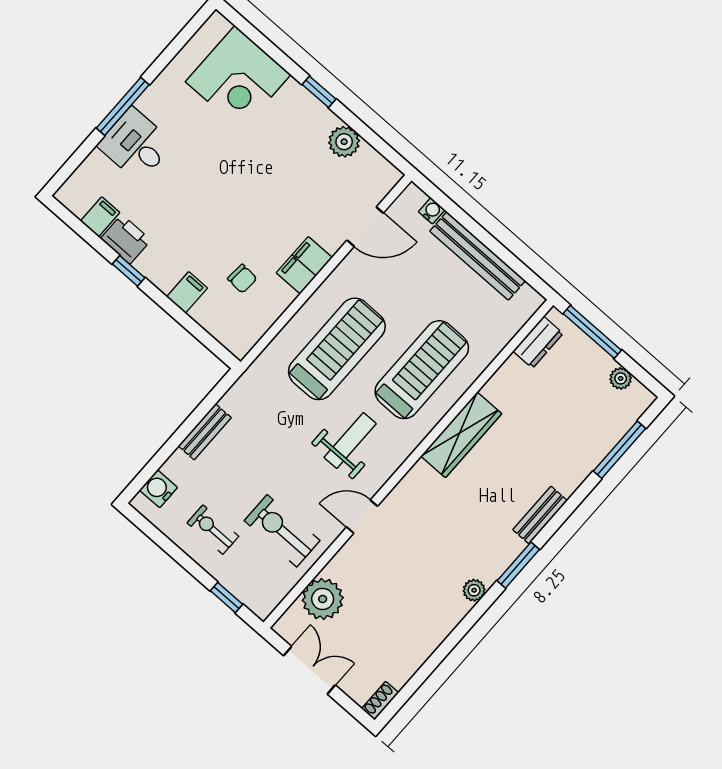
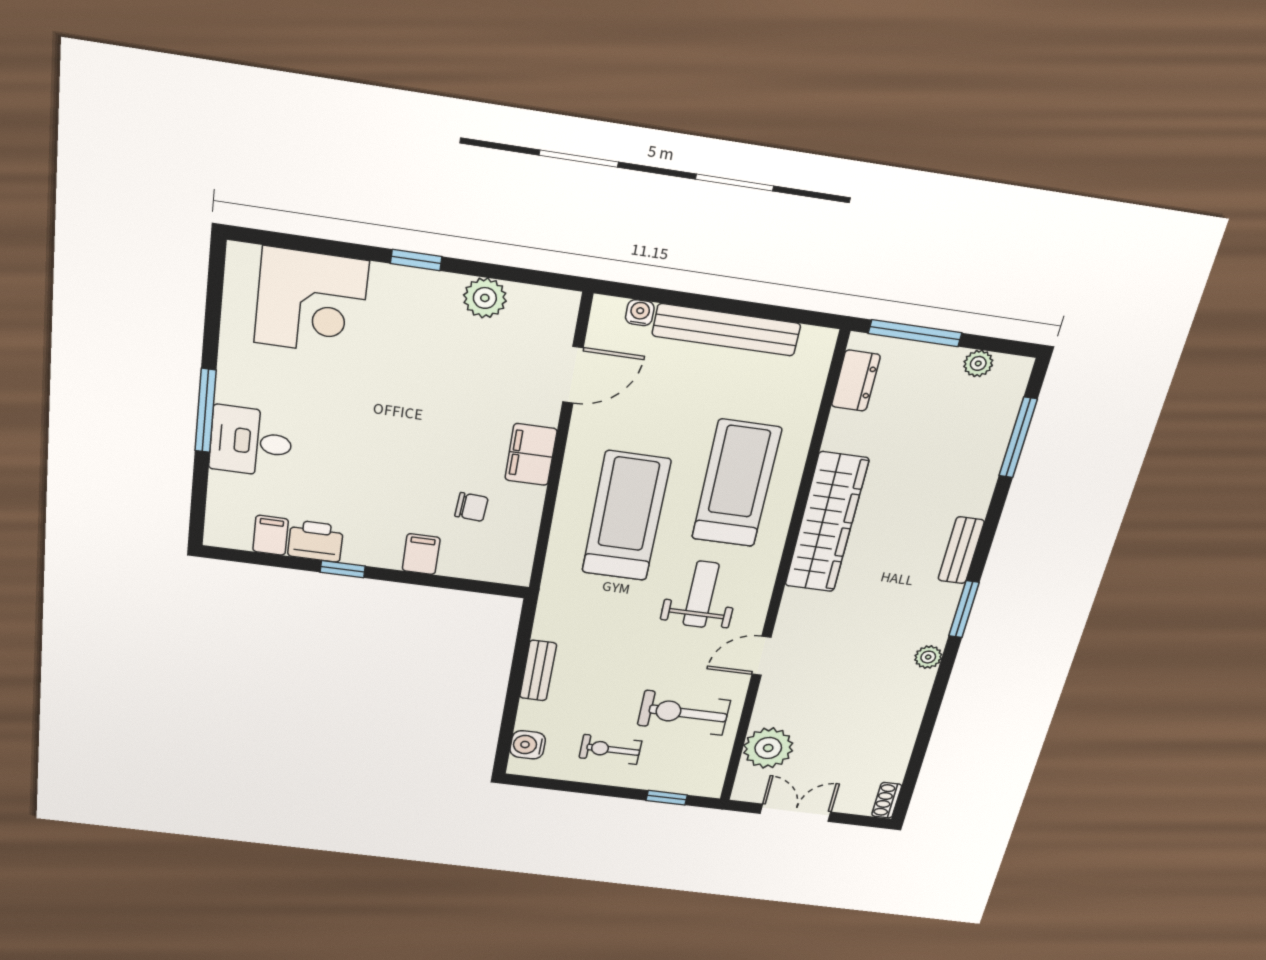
wardrobe: (461, 435) -> (826, 523), width x1.40, depth x1.17

